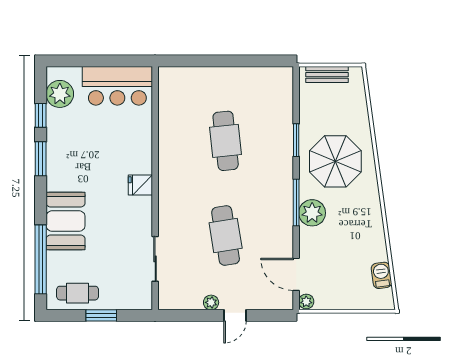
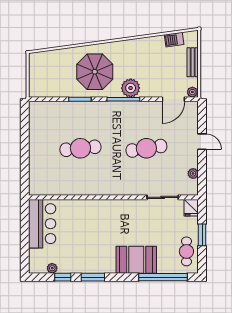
bench: (327, 75) -> (193, 62), moved
plant: (60, 94) -> (52, 268), width x0.53, depth x0.53
fridge: (140, 185) -> (191, 208), moved
plant: (211, 302) -> (193, 173), moved

